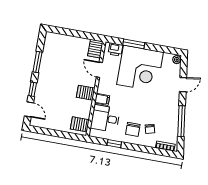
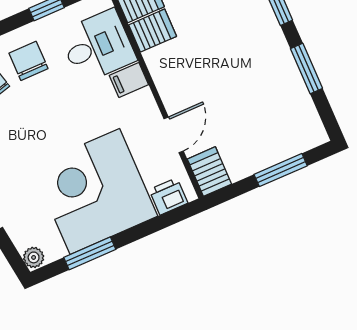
window: (70, 33) -> (281, 170), added
window: (134, 44) -> (90, 253), moved
door: (99, 70) -> (174, 135), hinge flipped
server rack: (86, 93) -> (153, 31), moved

